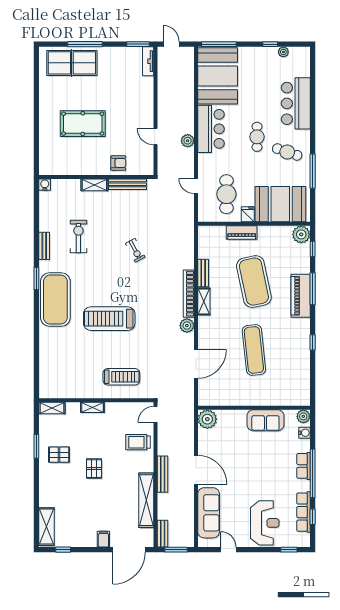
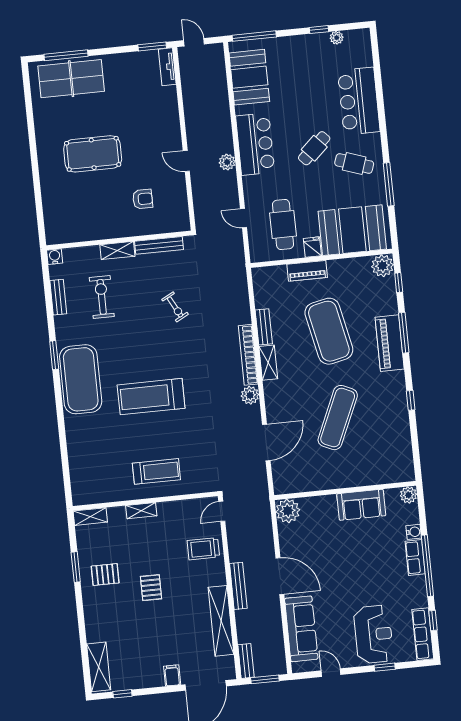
window: (85, 44) -> (66, 55), moved
booth: (218, 76) -> (249, 77), width x0.73, depth x0.70
cafe table: (257, 137) -> (314, 148), turned 47
wall: (96, 177) -> (119, 240), moved
bench: (127, 184) -> (159, 245), moved
water cooler: (45, 185) -> (55, 257), moved
shelving: (94, 185) -> (117, 250), moved
bench: (44, 246) -> (58, 297), moved
exercise mat: (254, 350) -> (338, 418), turned 30
treadmill: (121, 377) -> (156, 471), moved
water cooler: (304, 433) -> (414, 532), moved
row of seats: (303, 512) -> (423, 634), moved
window: (289, 550) -> (385, 667), moved

